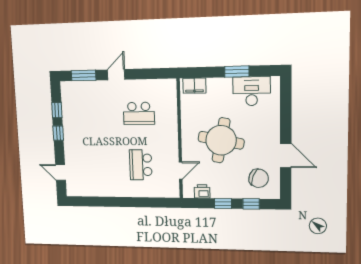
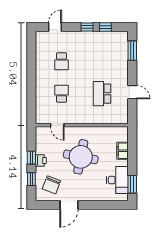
window: (237, 72) -> (132, 184), moved
door: (116, 75) -> (132, 92), moved
filing cabinet: (194, 86) -> (123, 151), moved
school desk: (101, 165) -> (62, 61), added
school desk: (141, 165) -> (62, 94), width x0.54
printer: (202, 191) -> (41, 160), moved

